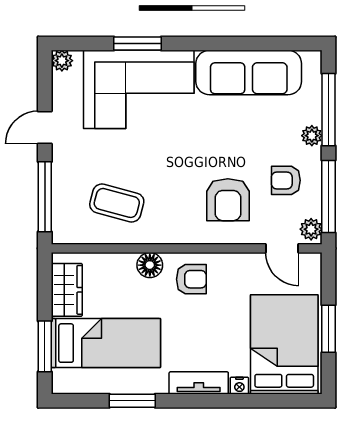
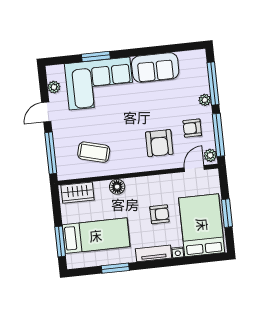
plant: (62, 61) -> (54, 87), moved
sofa: (249, 72) -> (155, 67), width x0.73
door: (282, 248) -> (194, 169), swing flipped
armchair: (191, 279) -> (159, 214), moved
wardrobe: (67, 290) -> (77, 193), moved, turned 90

